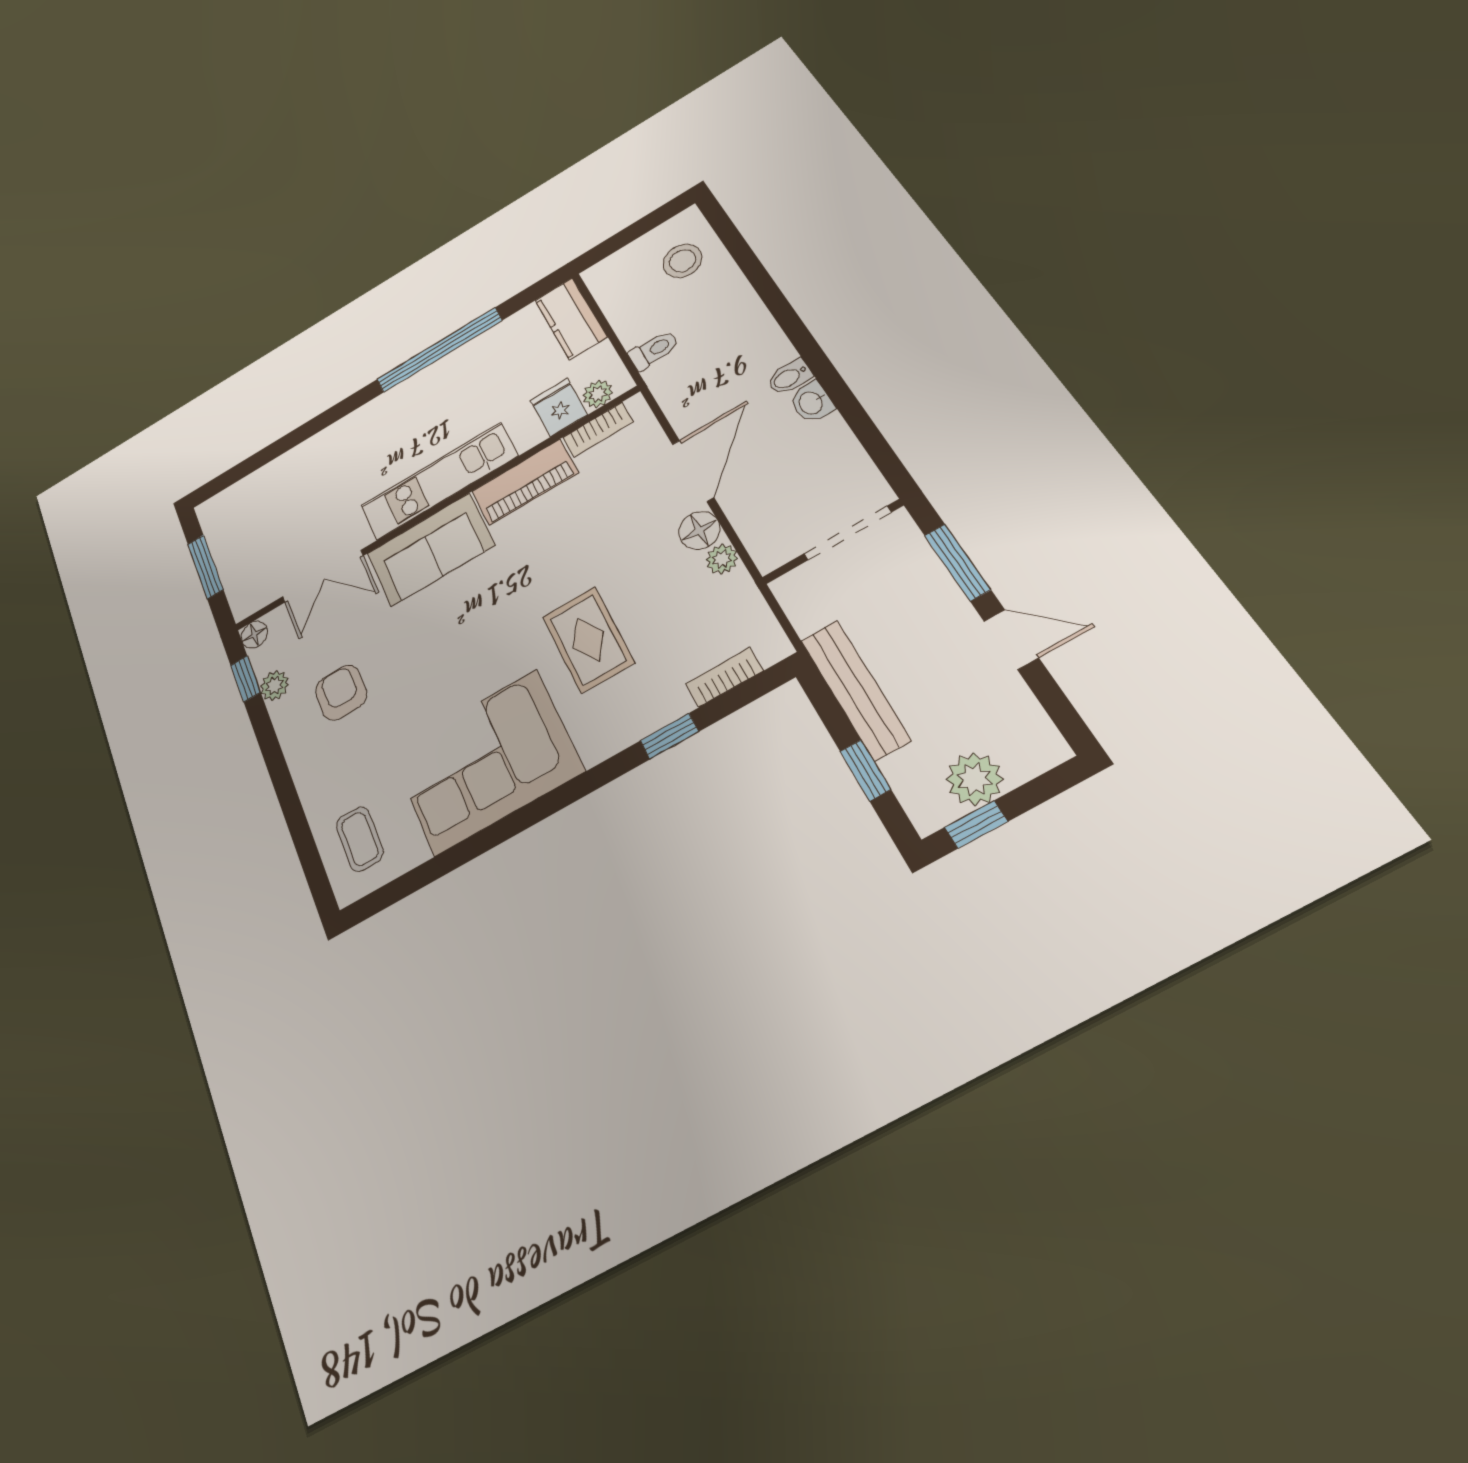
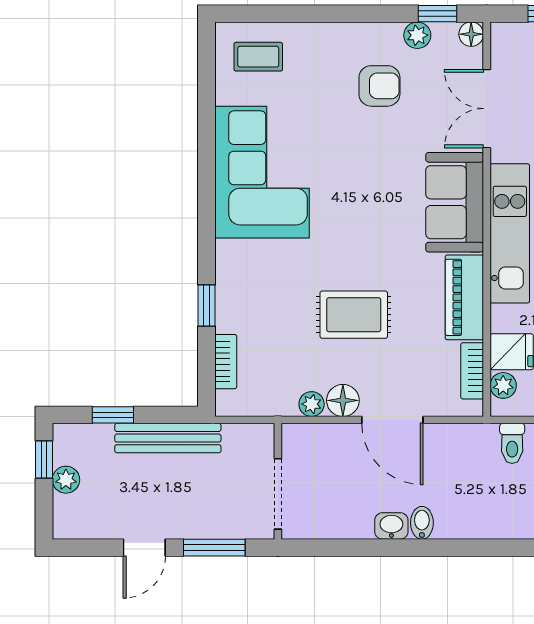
rug: (588, 640) -> (354, 315), moved
plant: (974, 779) -> (66, 480), width x0.73, depth x0.73

